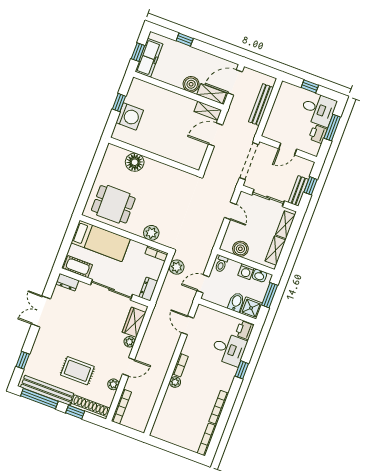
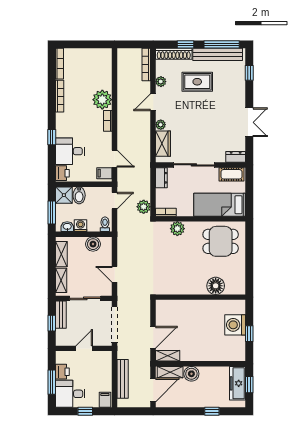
filing cabinet: (286, 90) -> (105, 400), added
filing cabinet: (203, 315) -> (104, 173), added
plant: (175, 382) -> (102, 100), width x1.87, depth x1.87

